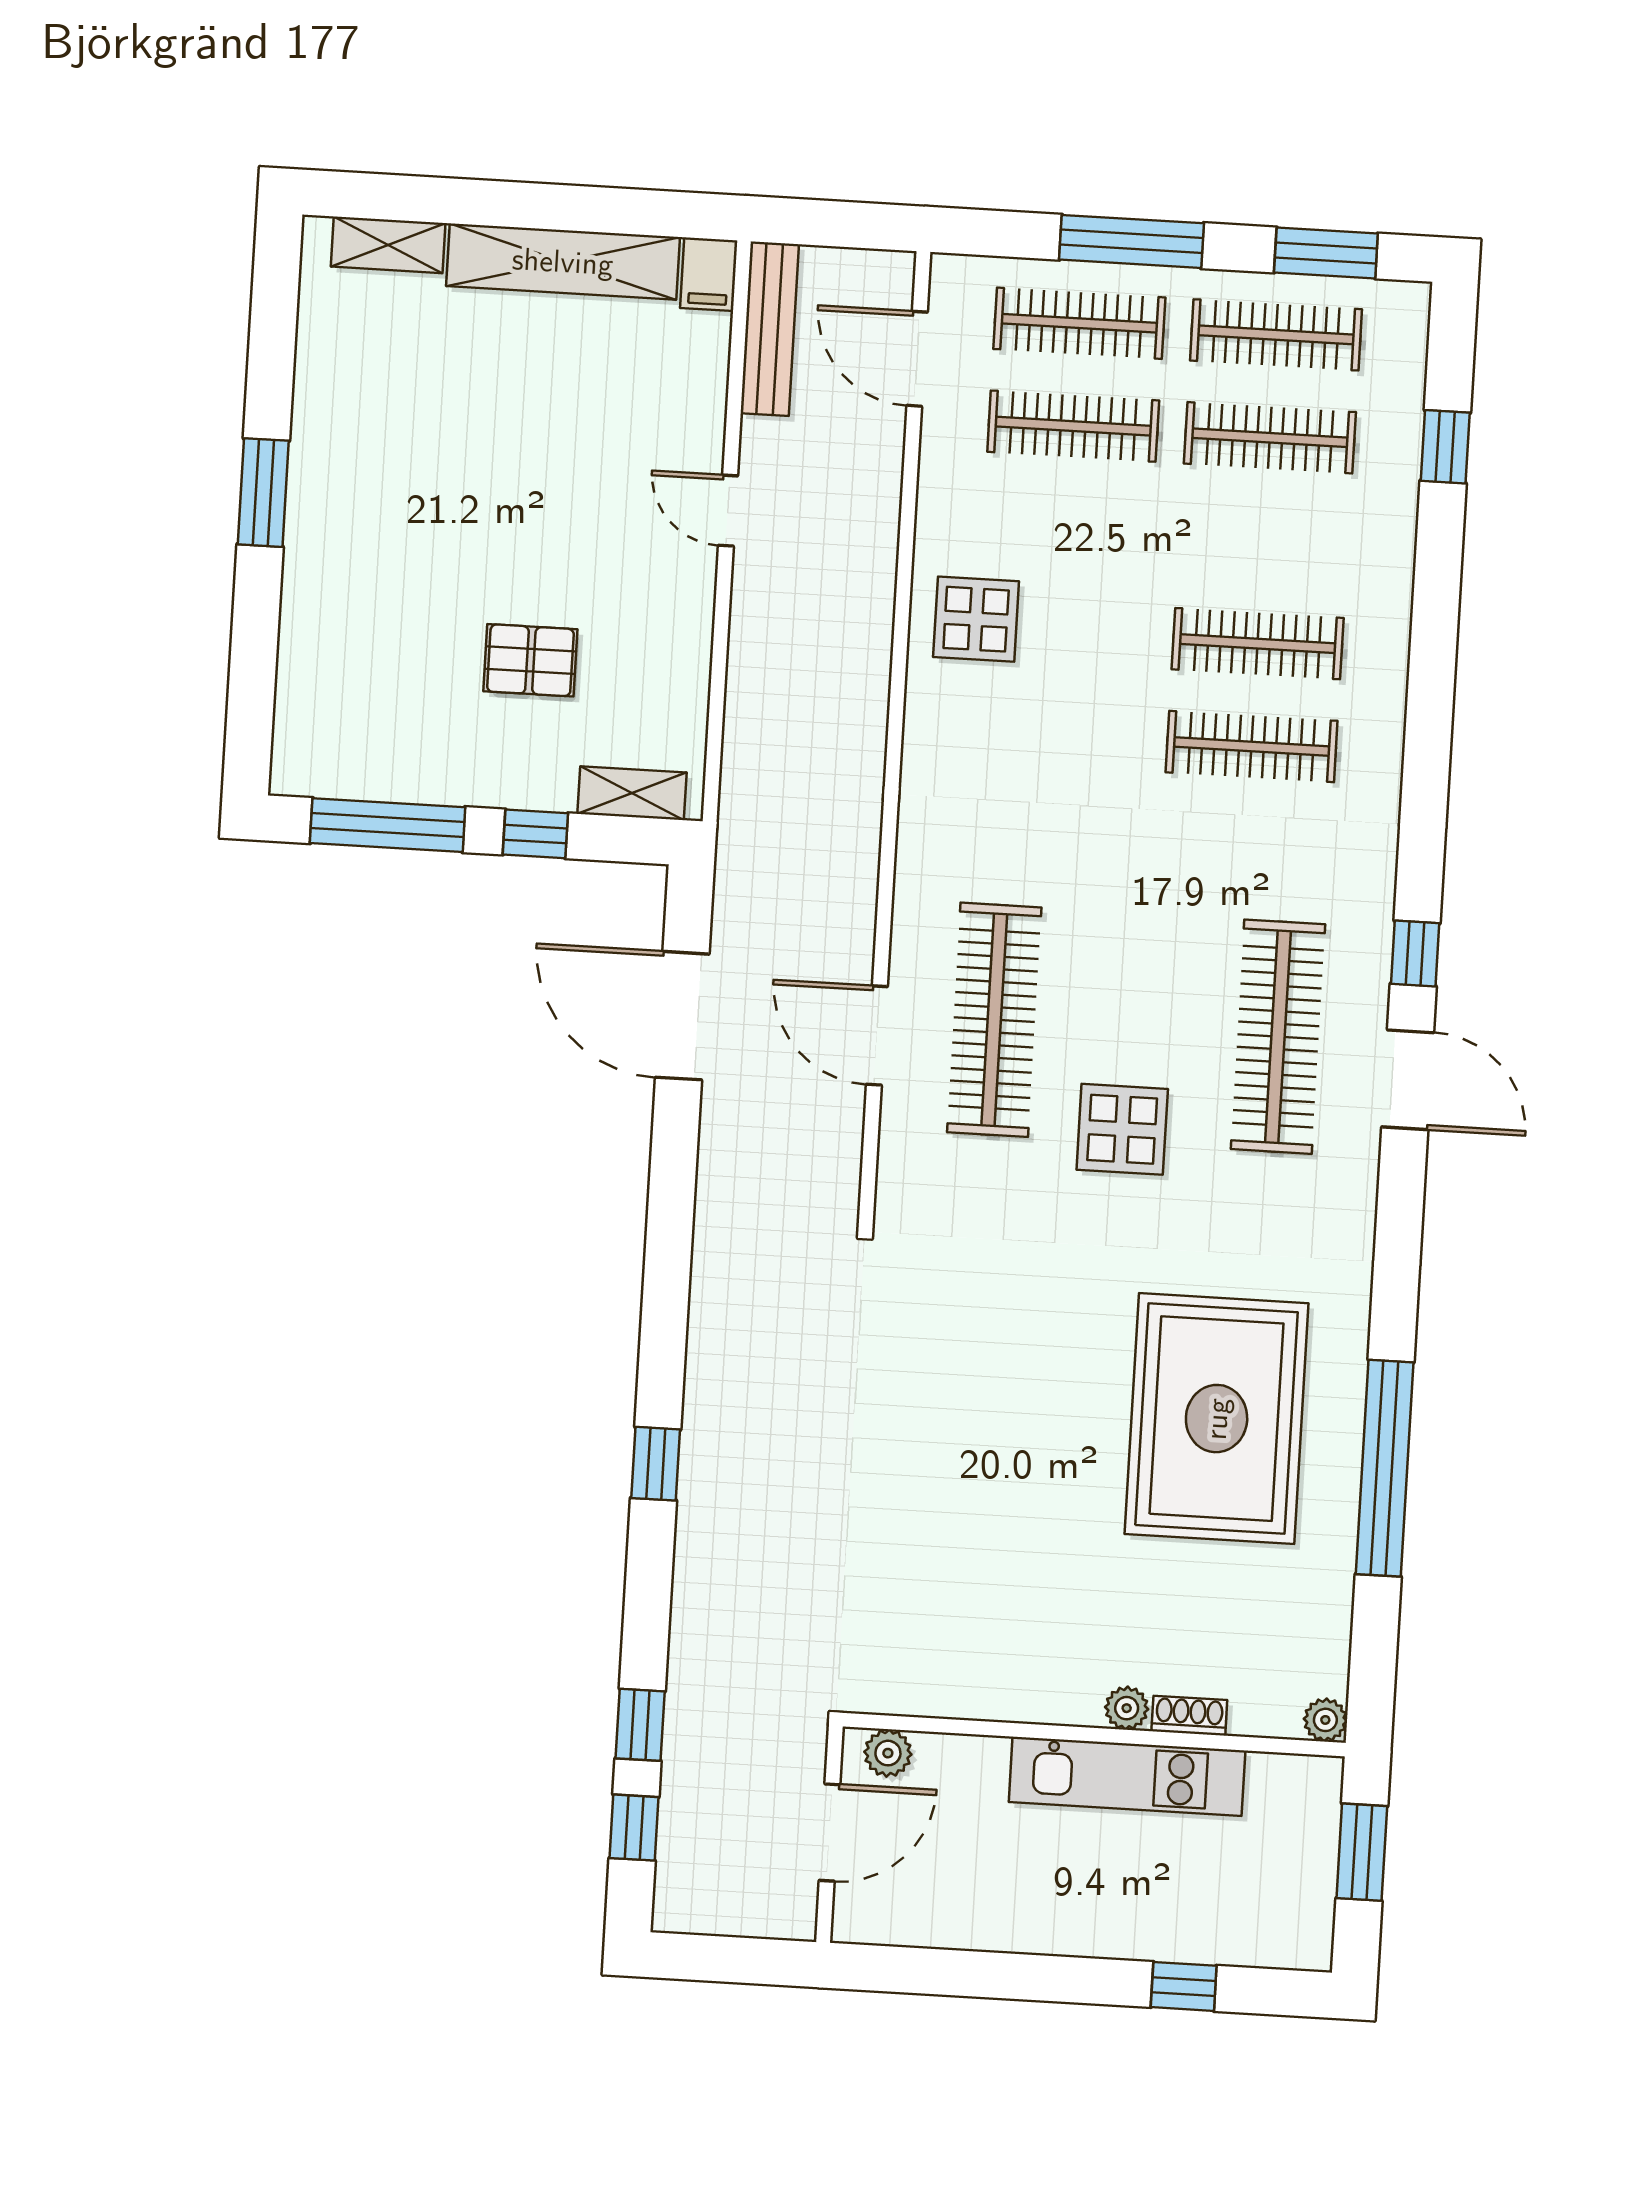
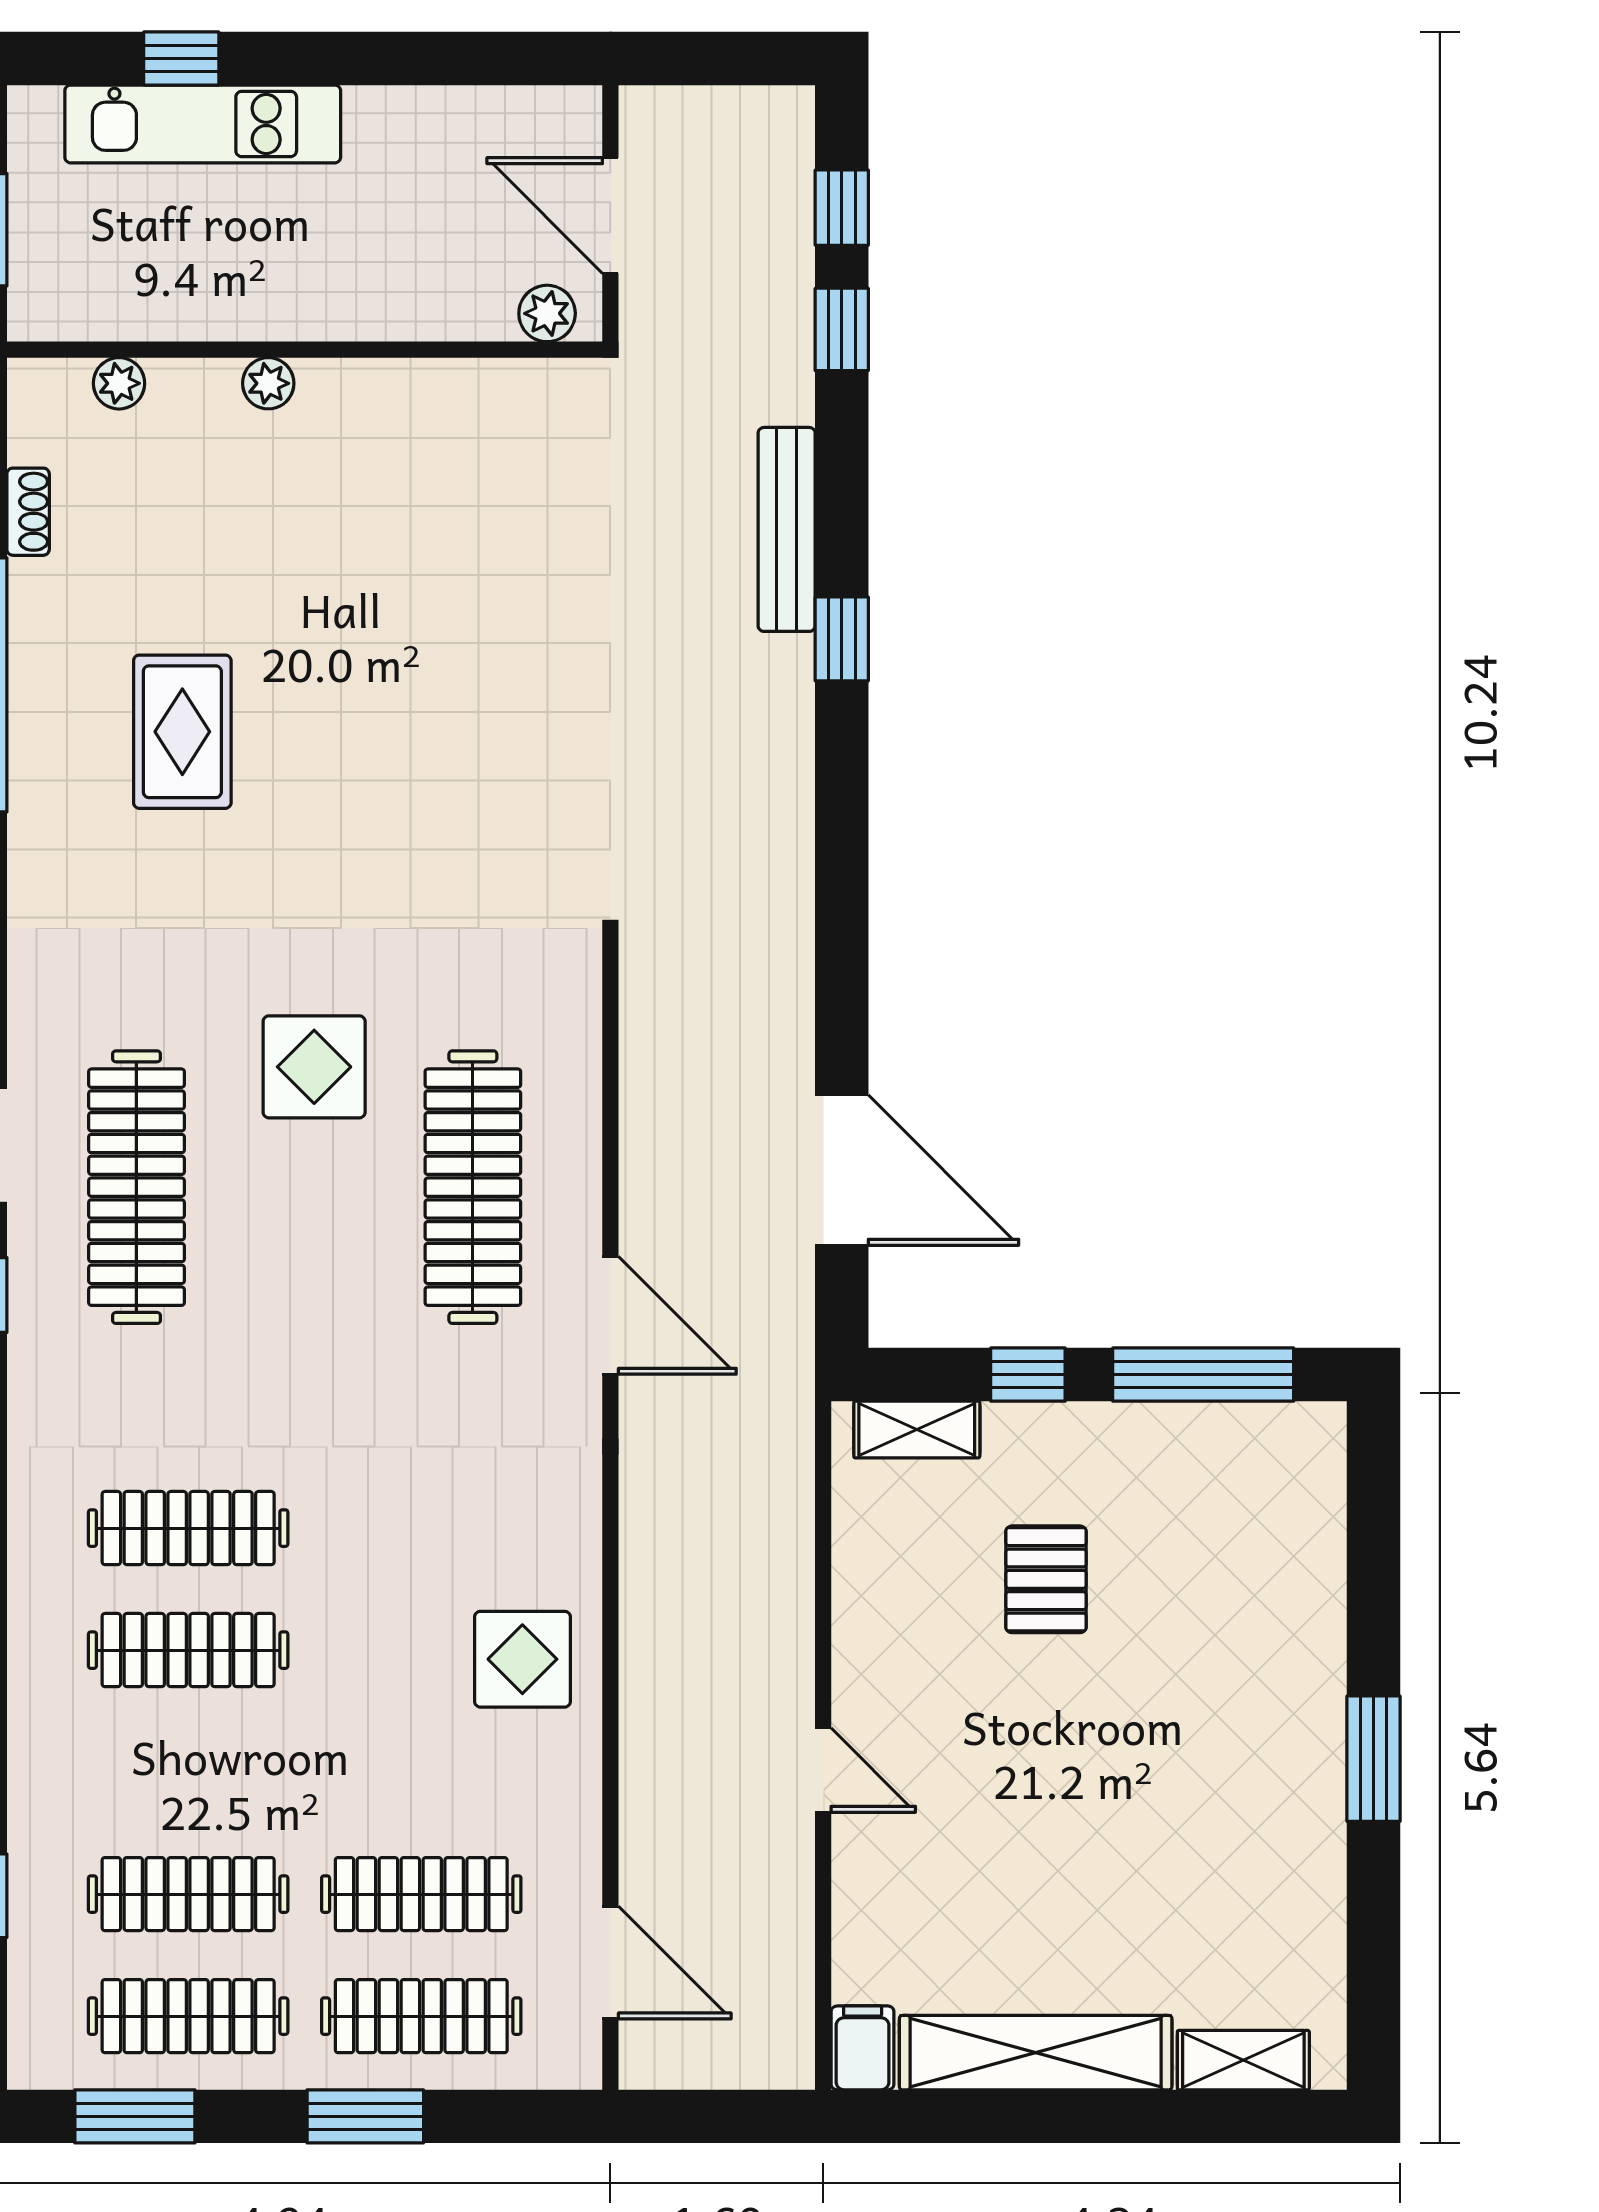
window: (1132, 241) -> (365, 2116), width x0.69
bench: (770, 329) -> (787, 529), moved
pallet: (530, 660) -> (1046, 1579), turned 90
door: (877, 1036) -> (610, 1315), moved
rug: (1217, 1419) -> (182, 732), width x0.54, depth x0.49
shoe rack: (1189, 1716) -> (28, 512), moved, turned -90
plant: (1325, 1720) -> (119, 383), moved
kitchen unit: (1127, 1776) -> (203, 124), moved, turned 180
door: (830, 1833) -> (610, 216), hinge flipped

